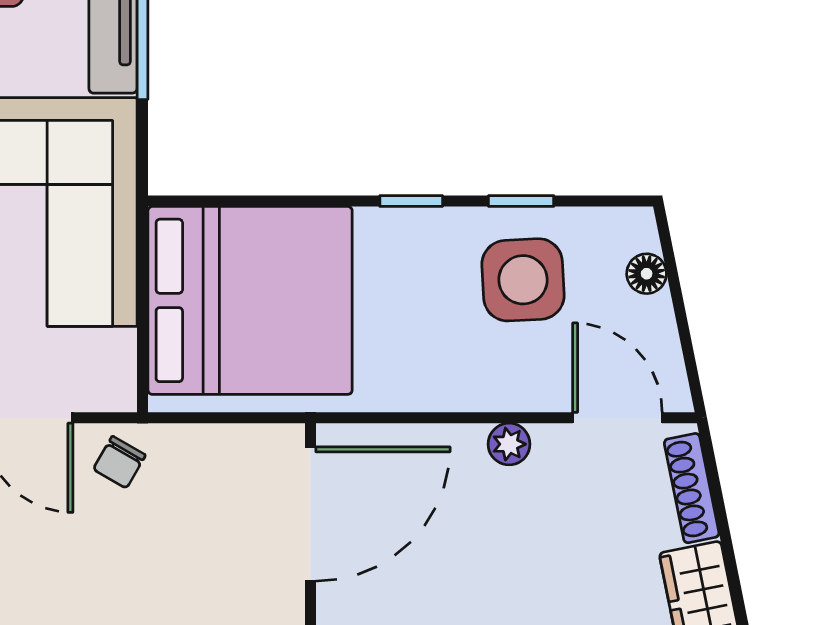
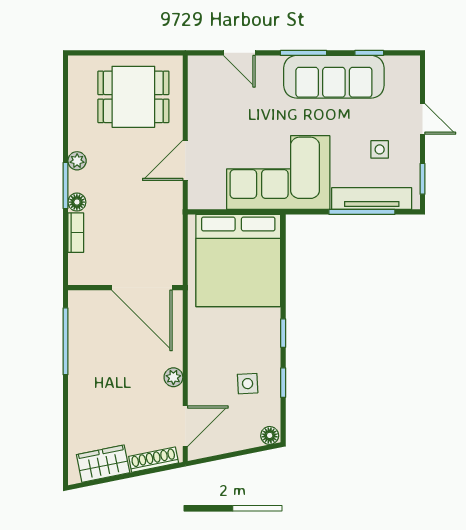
floor lamp: (647, 274) -> (270, 435), moved
side table: (523, 280) -> (248, 384), width x0.54, depth x0.54
chair: (119, 462) -> (165, 201), removed

